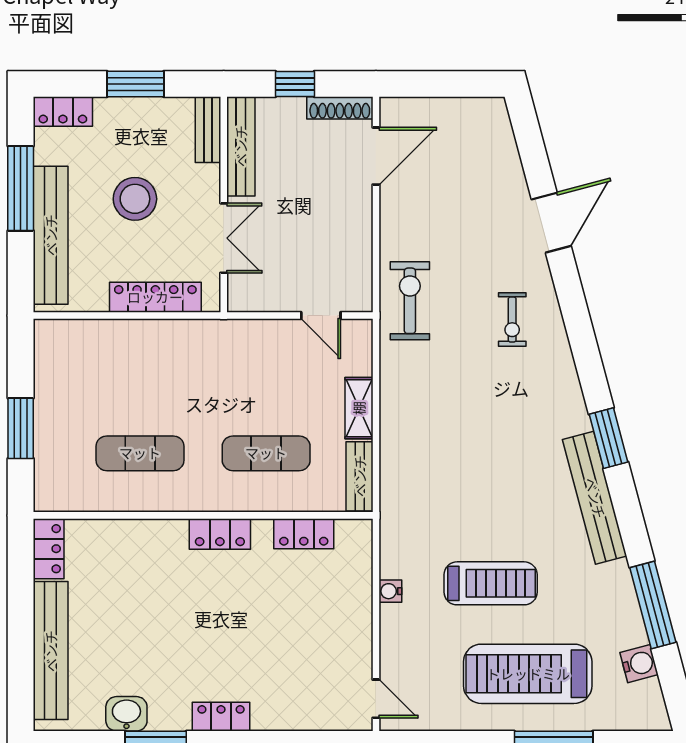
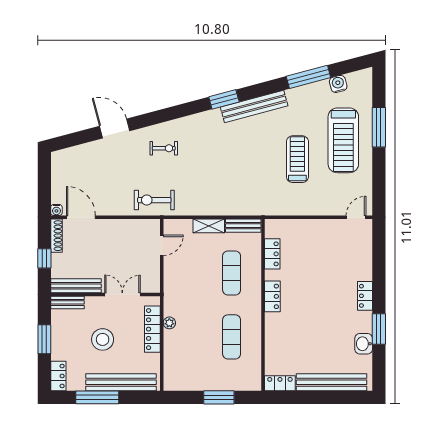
plant: (168, 331) -> (169, 323), added
water cooler: (390, 591) -> (56, 210), moved

